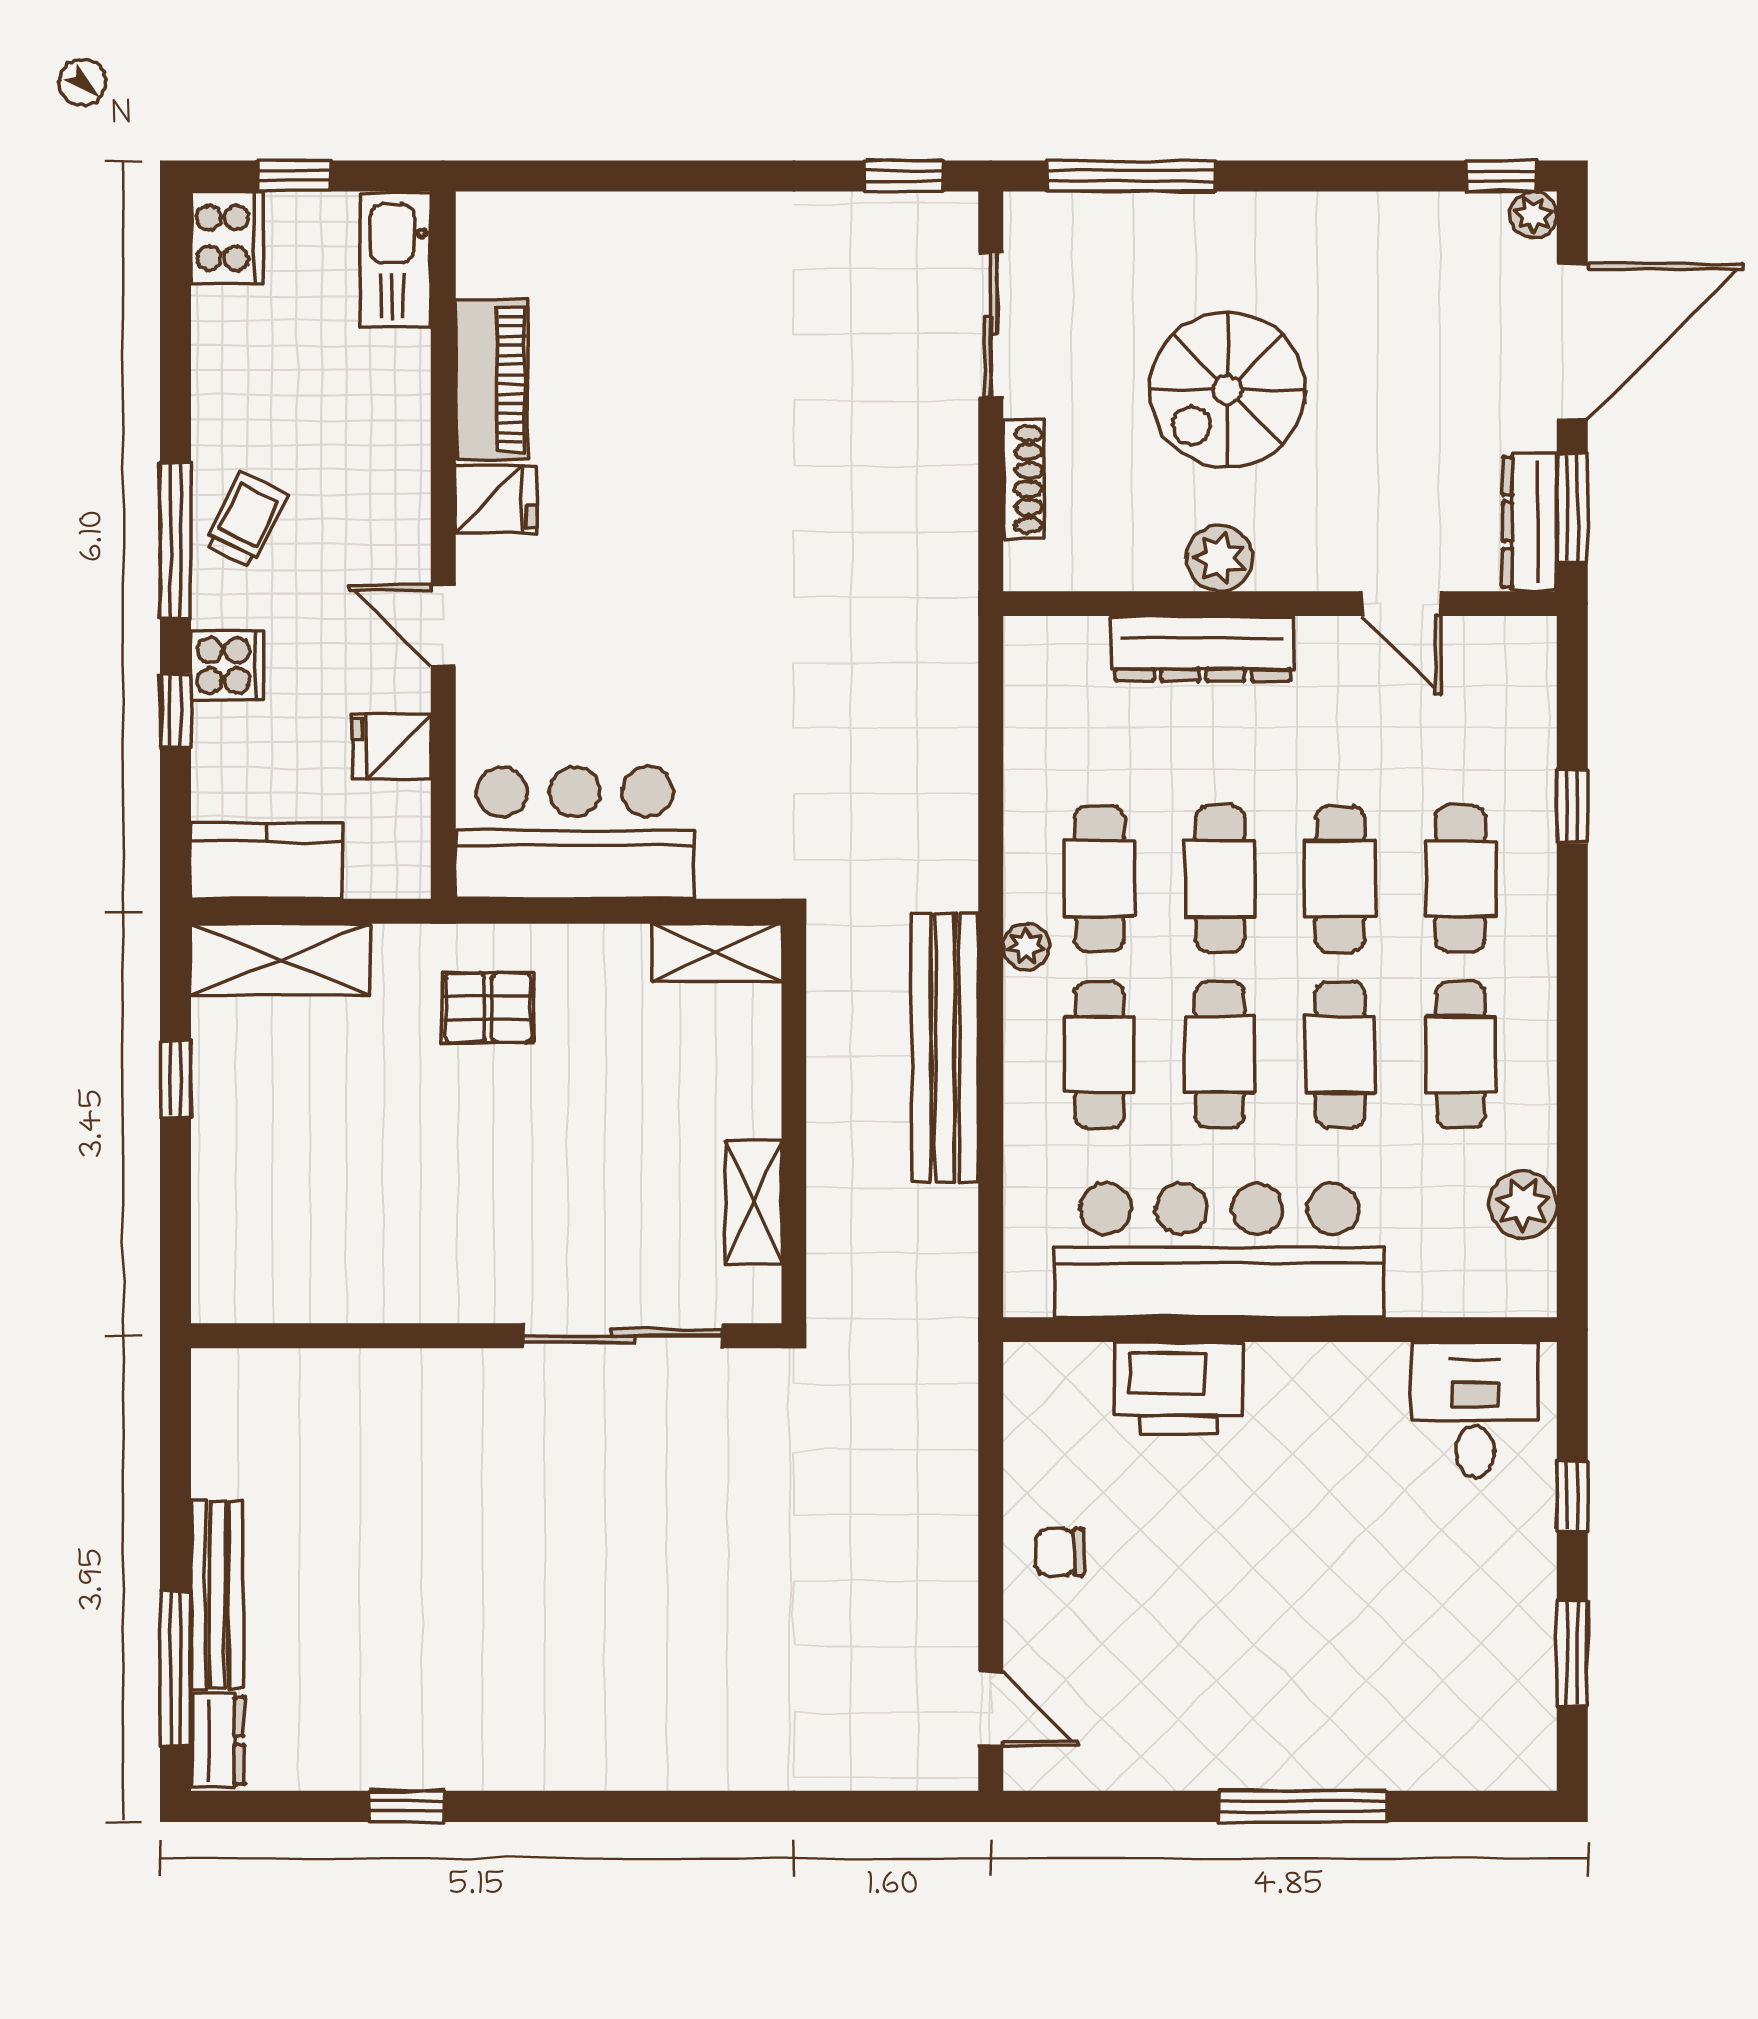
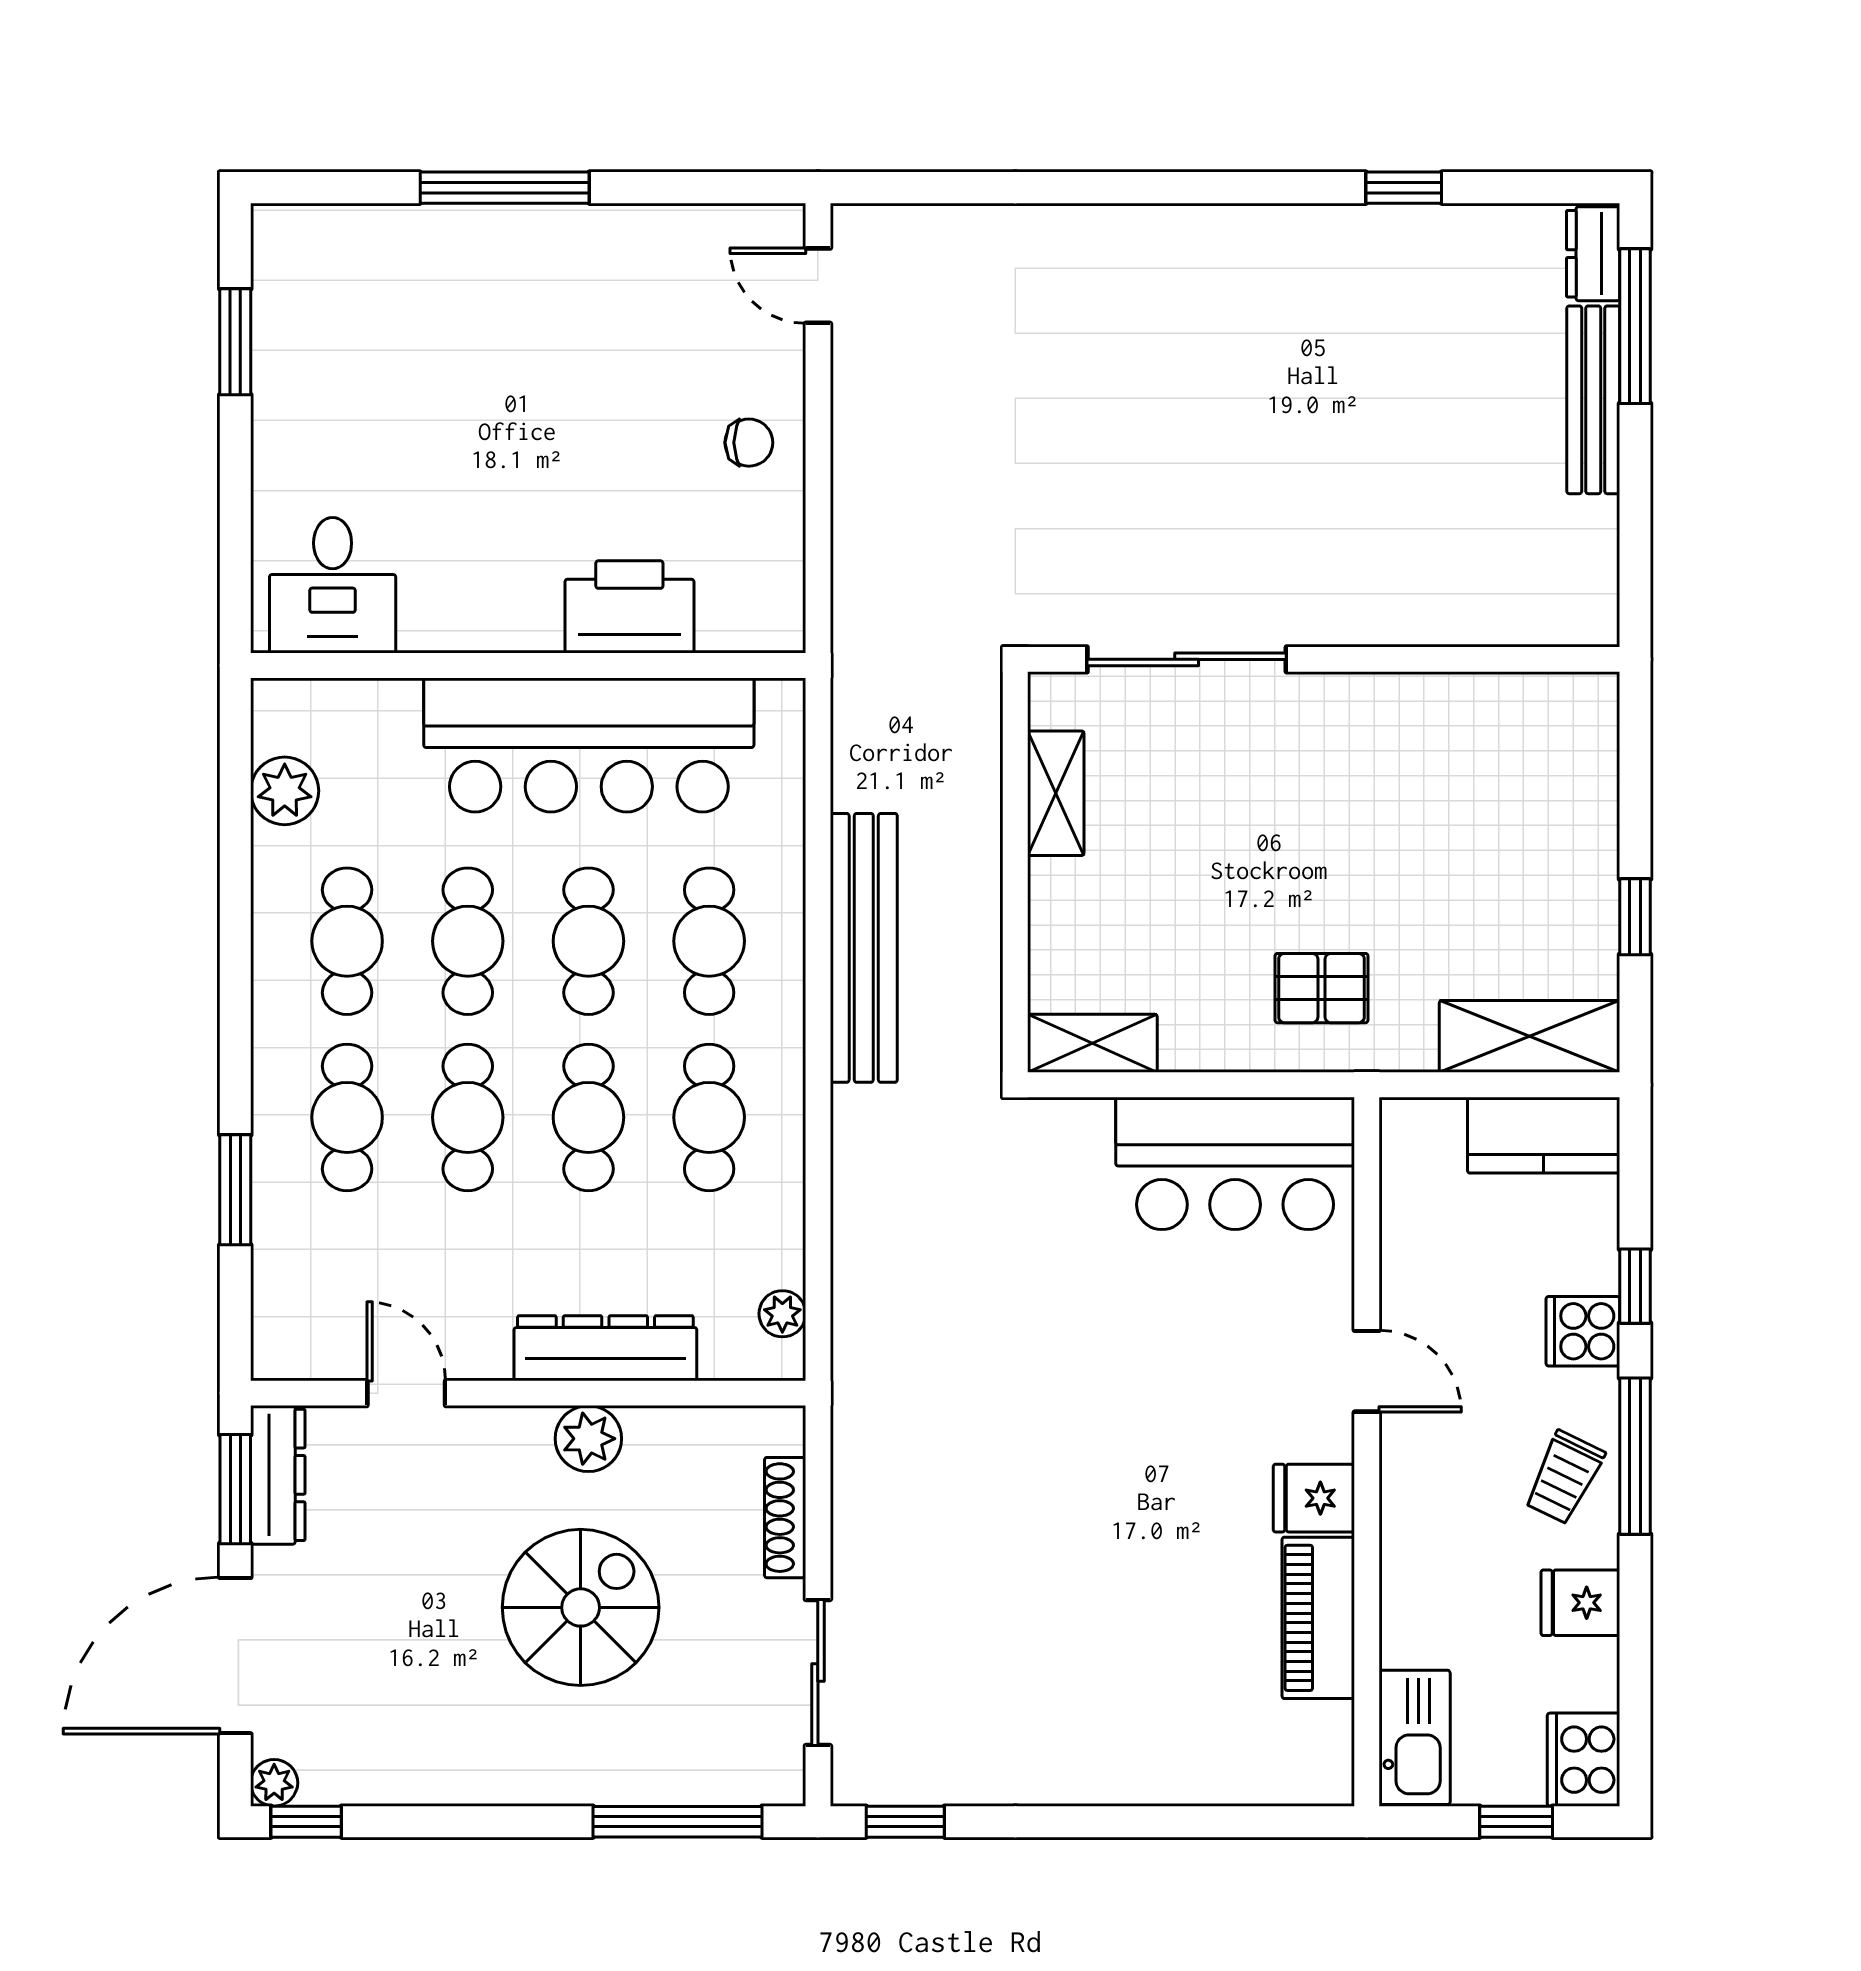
fridge: (392, 746) -> (1580, 1603), moved, turned 180
window: (1572, 806) -> (235, 1190), width x1.50
plant: (1026, 946) -> (782, 1314), moved
window: (1572, 1495) -> (235, 500), removed

